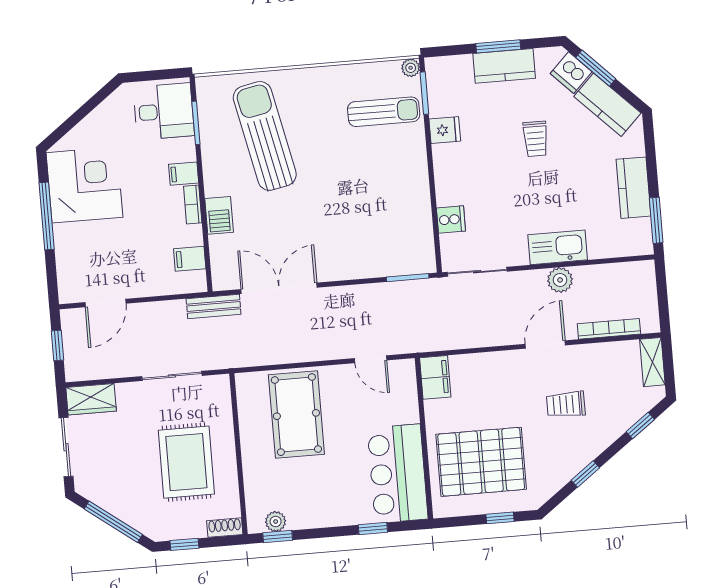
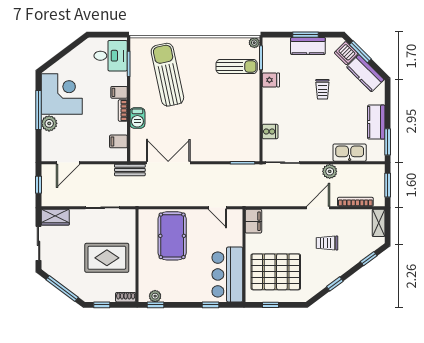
plant: (67, 238) -> (49, 123), added
kitchen sink: (558, 247) -> (350, 153), moved
window: (662, 295) -> (388, 185), added
rug: (186, 462) -> (107, 258), turned 90
window: (500, 518) -> (271, 305), moved

